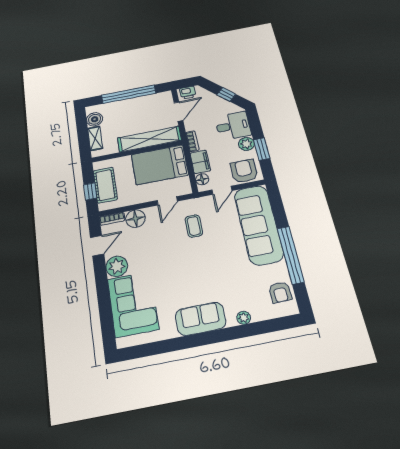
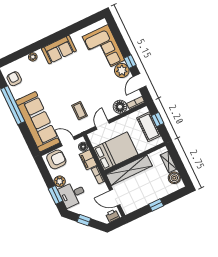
window: (129, 94) -> (156, 205), width x0.32
door: (178, 112) -> (115, 198), hinge flipped
window: (262, 149) -> (56, 195), moved
armchair: (244, 171) -> (56, 159), turned -90
door: (222, 190) -> (68, 141), hinge flipped
window: (101, 276) -> (130, 62), added

